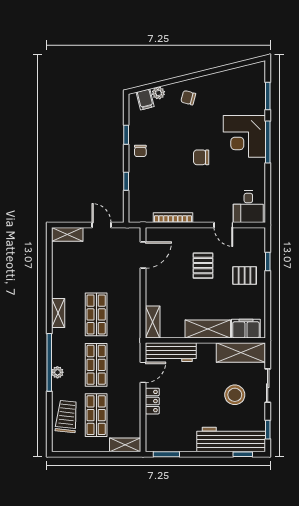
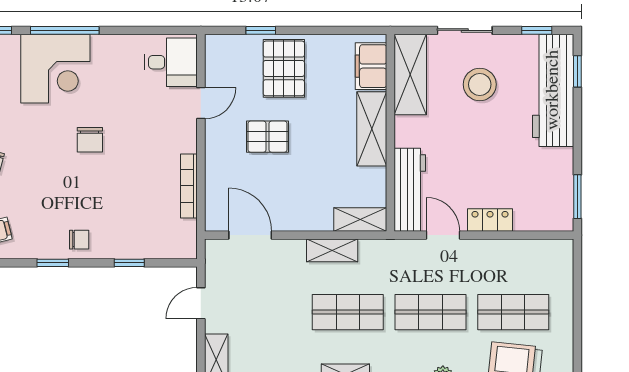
pallet: (245, 275) -> (284, 68), width x1.50, depth x1.42
shelving: (125, 445) -> (332, 250), moved, turned 90

